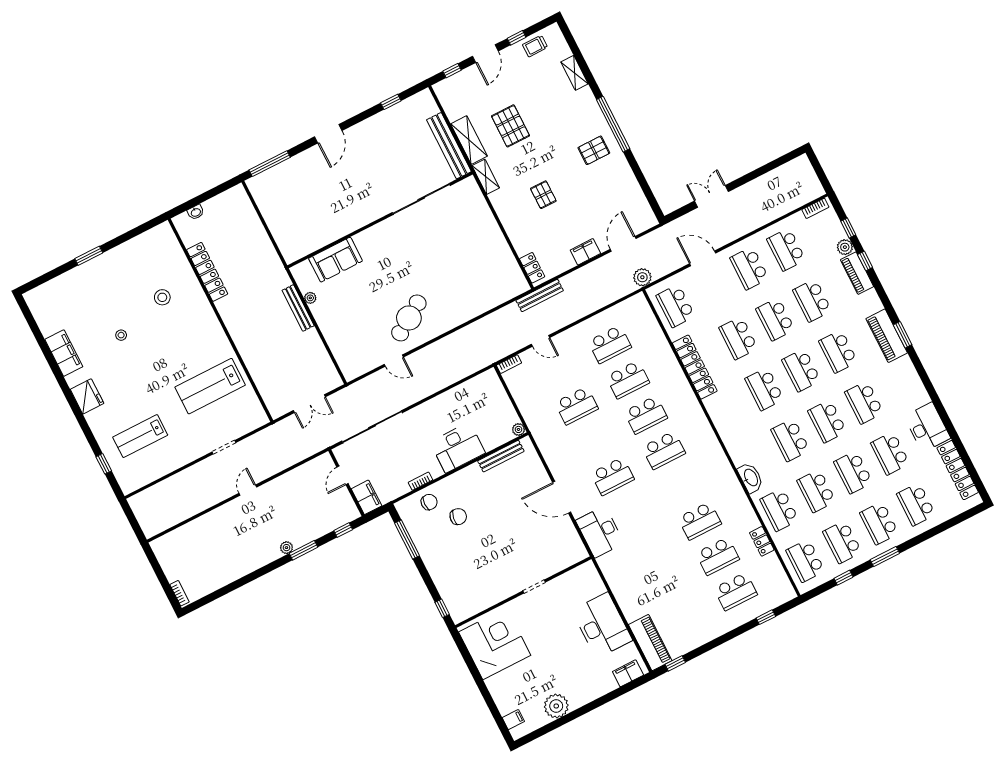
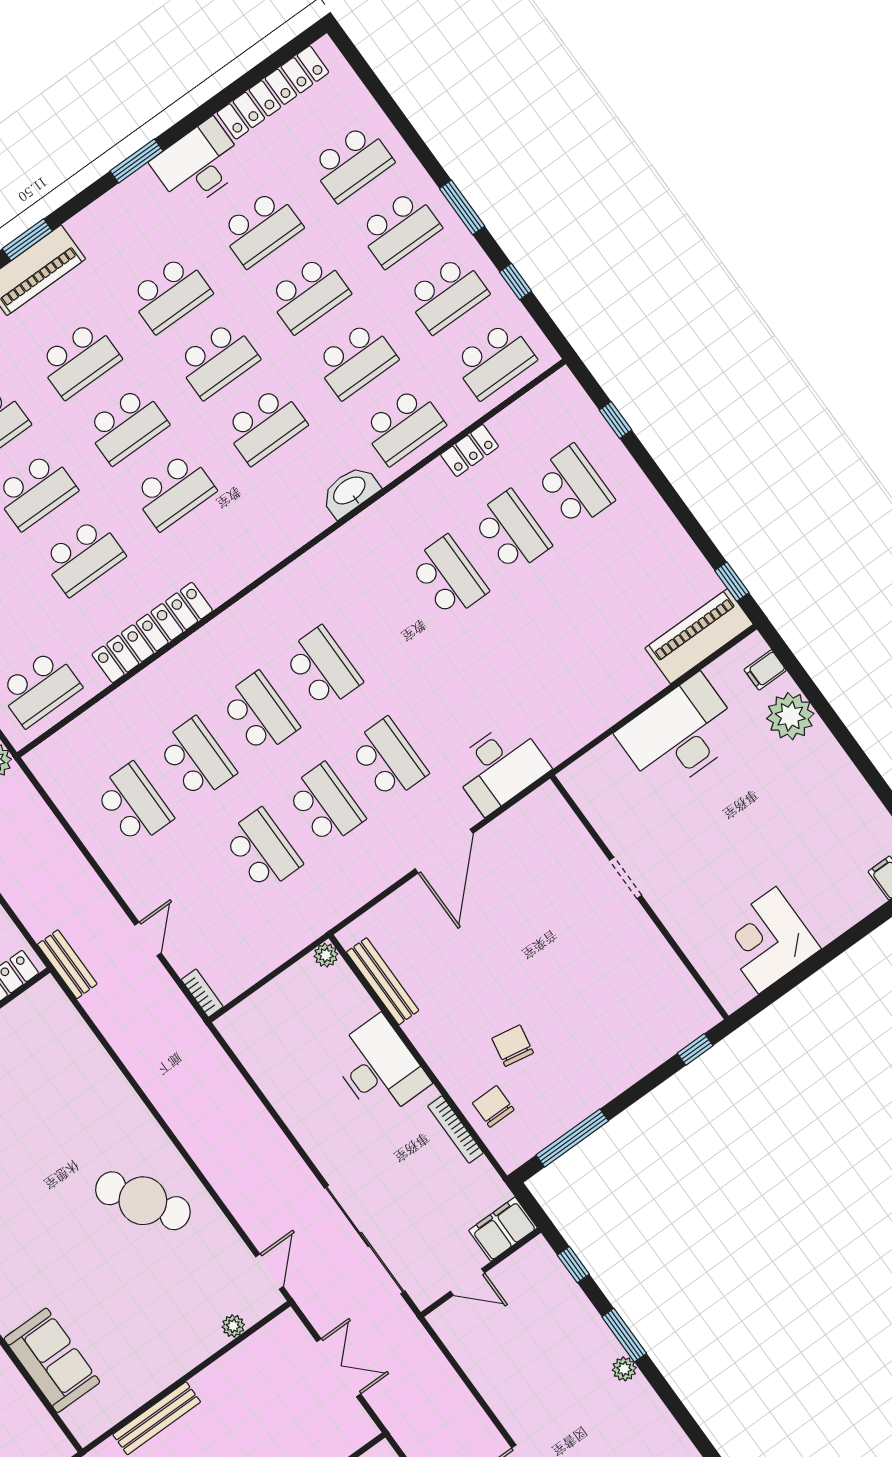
bench: (540, 295) -> (67, 964), width x0.73
plant: (310, 298) -> (233, 1326), moved
door: (394, 361) -> (269, 1272), moved
window: (934, 396) -> (137, 161), added
school desk: (594, 441) -> (325, 804), added
bookcase: (420, 481) -> (455, 1129), width x1.56
corner desk: (495, 644) -> (767, 940), width x0.74, depth x0.74
filing cabinet: (628, 673) -> (765, 670), width x0.50
plant: (556, 706) -> (790, 716), moved

